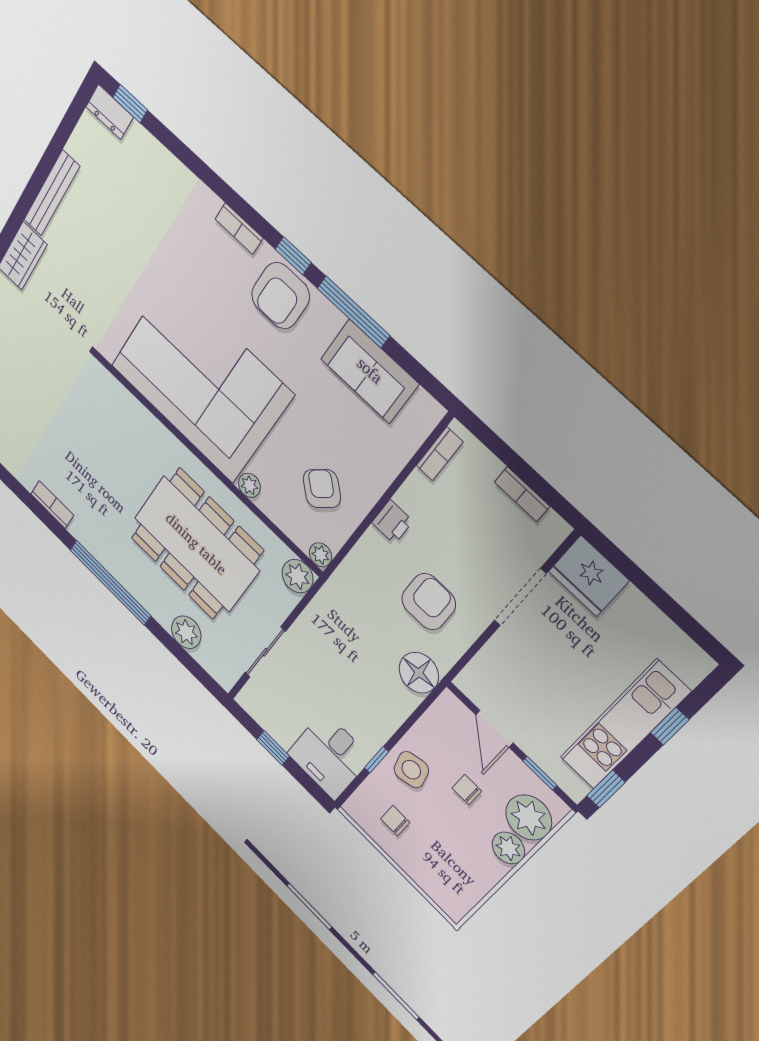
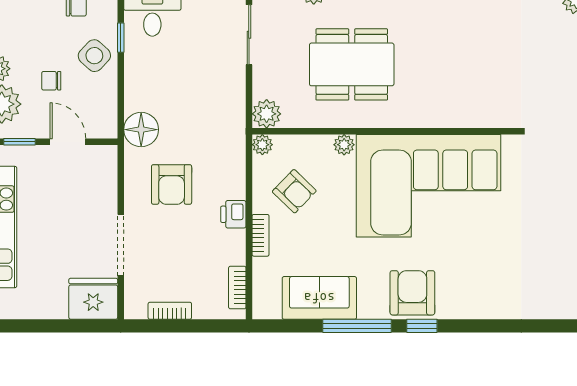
bookcase: (239, 229) -> (261, 235), moved, turned 90
dining table: (196, 544) -> (352, 64), width x0.73, depth x0.80
side table: (411, 770) -> (94, 56), turned -34
chair: (467, 790) -> (51, 81), turned 180

